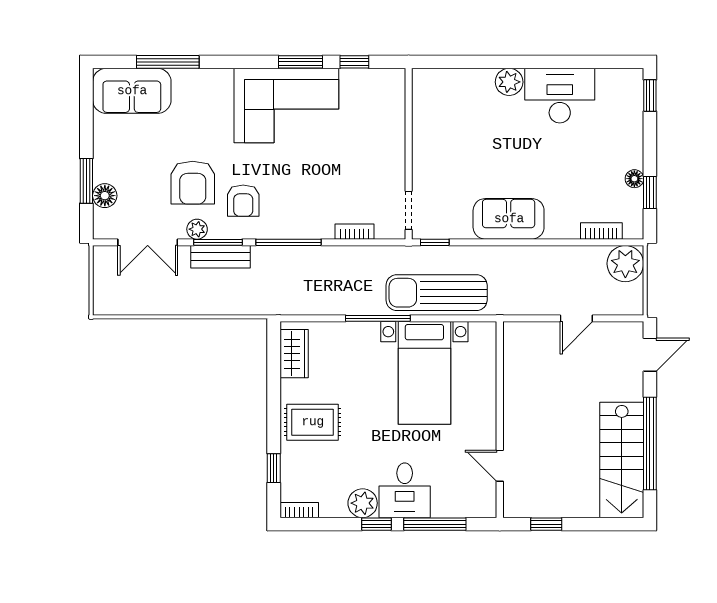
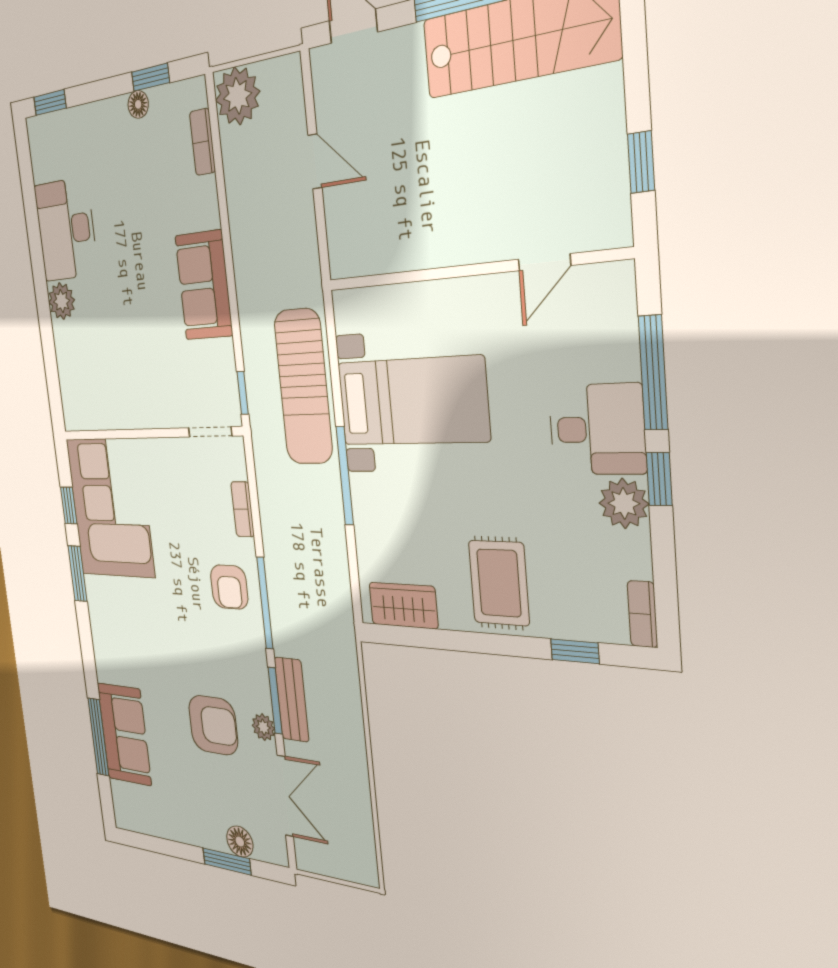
sofa: (132, 91) -> (124, 734), moved
corner sofa: (286, 105) -> (110, 508), moved
armchair: (243, 201) -> (229, 587), moved, turned 90

